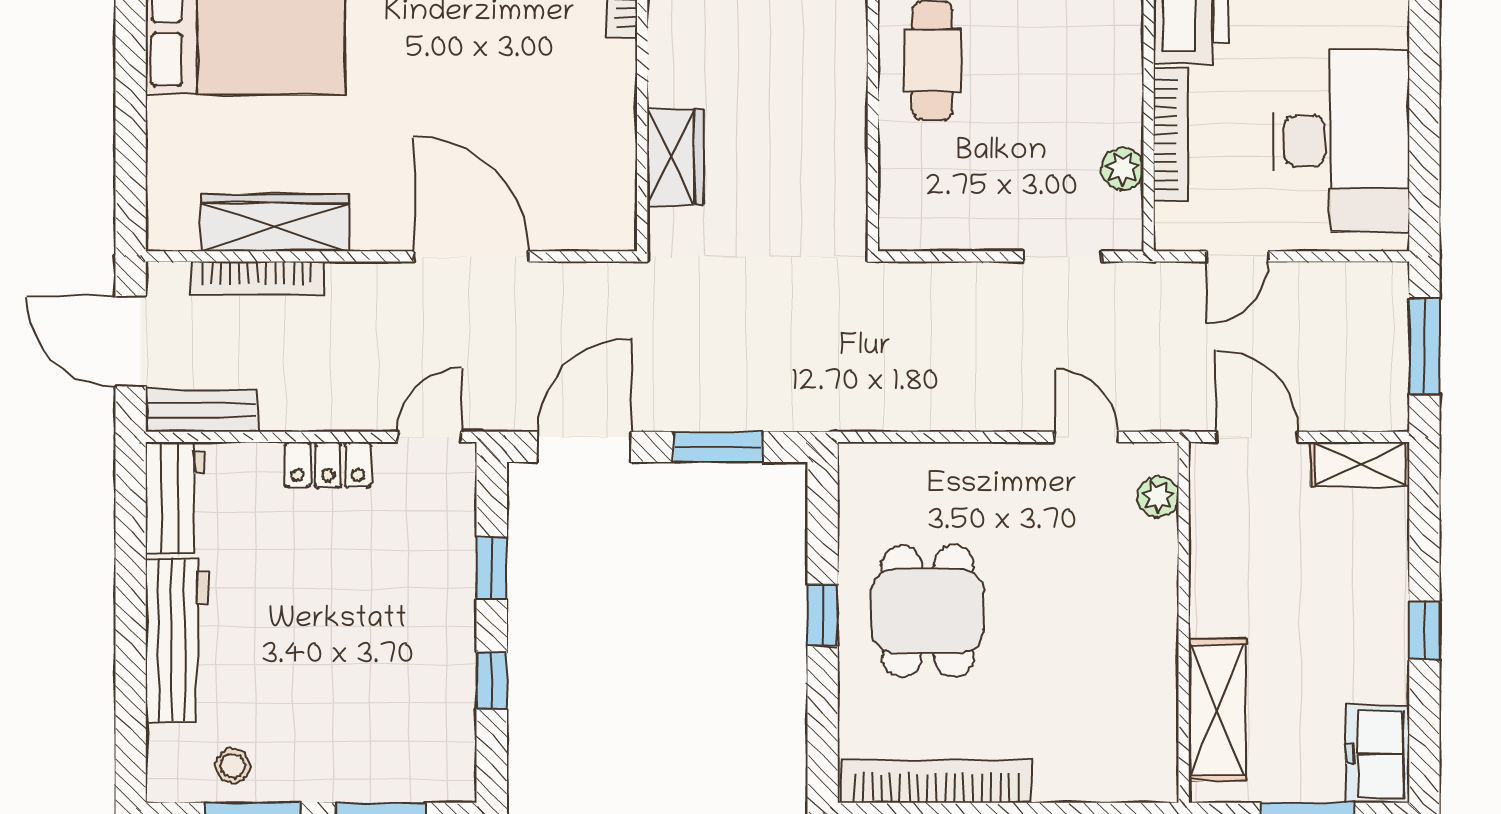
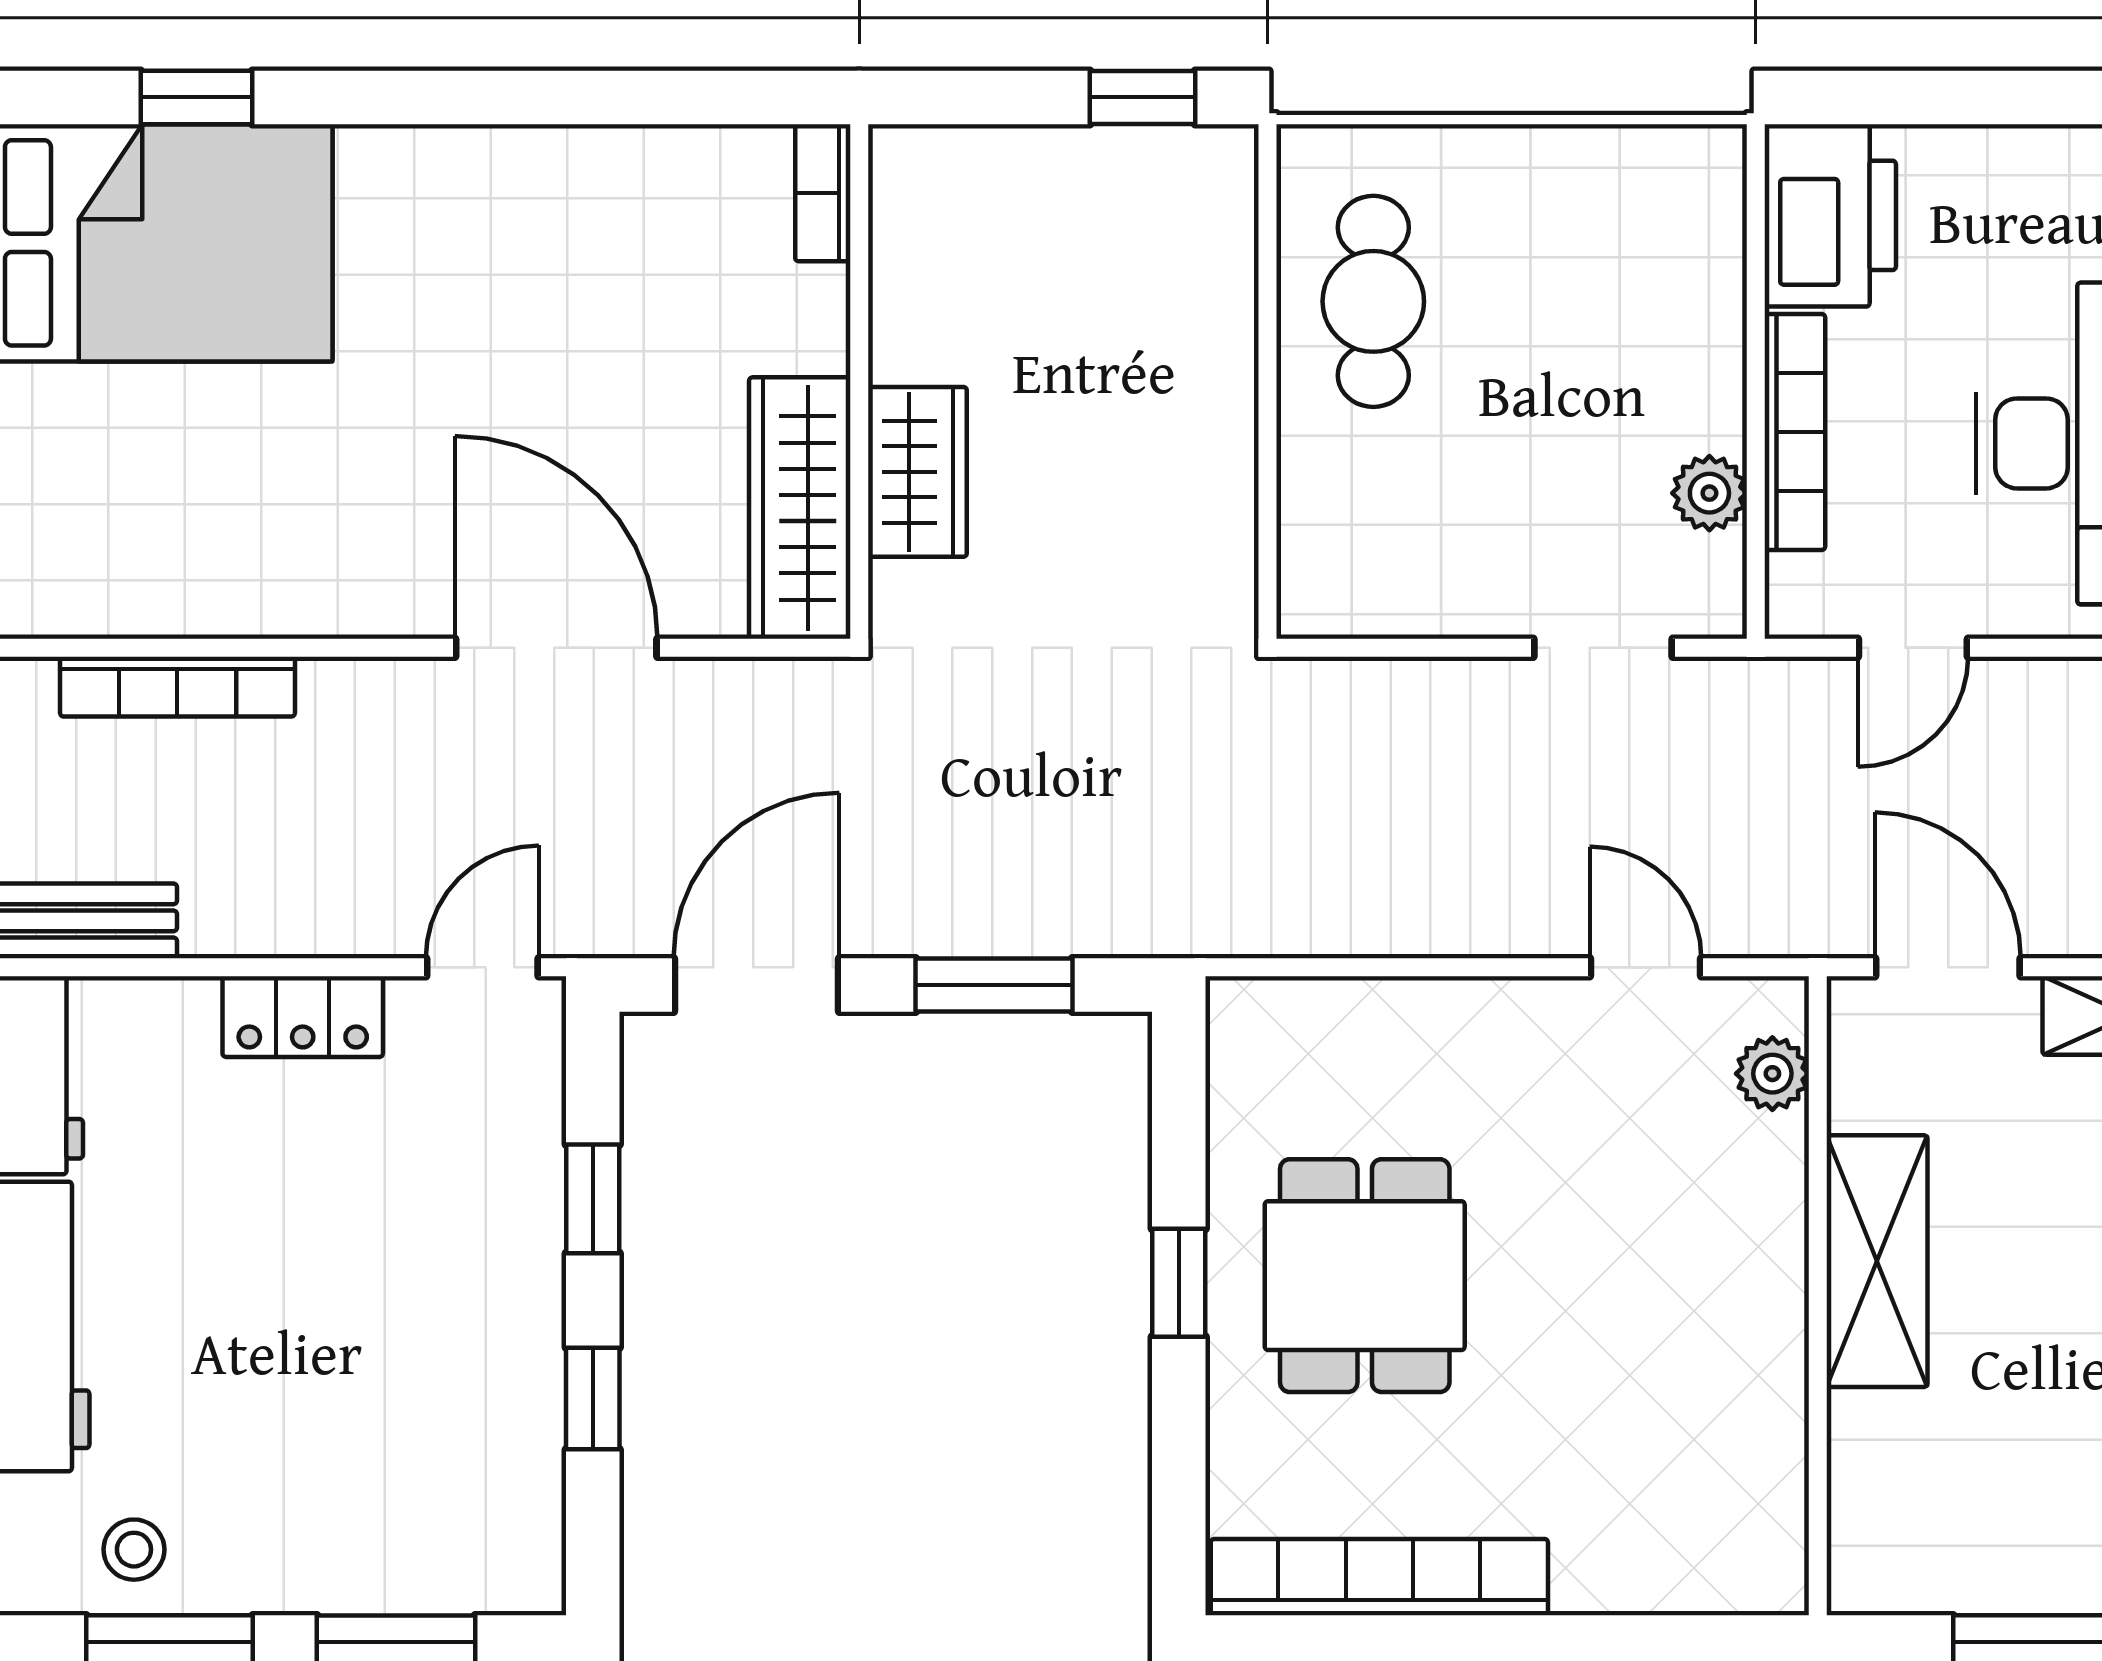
wardrobe: (275, 223) -> (800, 508), moved, turned -90
shelving: (1217, 710) -> (1877, 1261), moved

